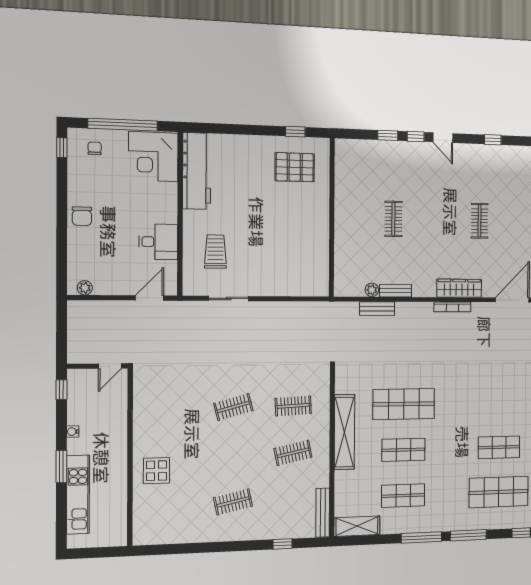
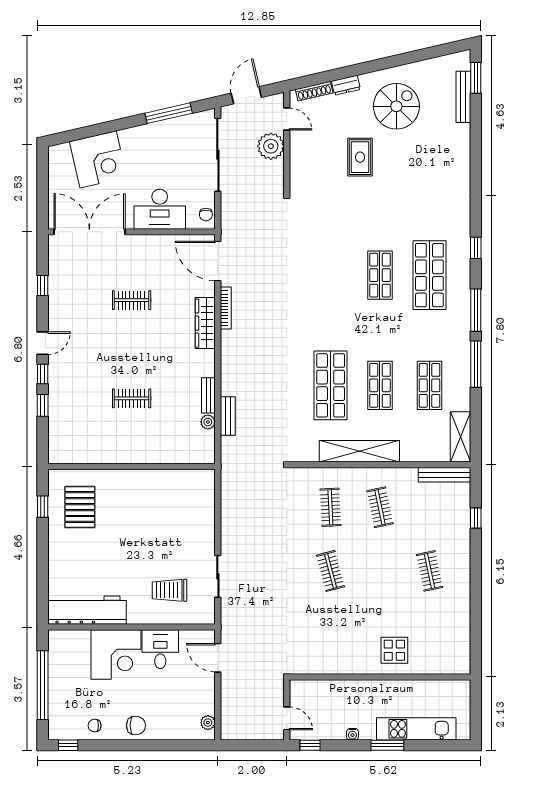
chair: (95, 148) -> (95, 726), moved
corner desk: (153, 157) -> (116, 654), moved
bookcase: (452, 307) -> (226, 308), moved
door: (110, 366) -> (287, 718), moved

